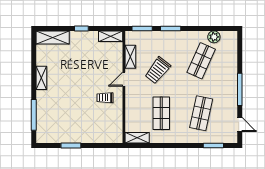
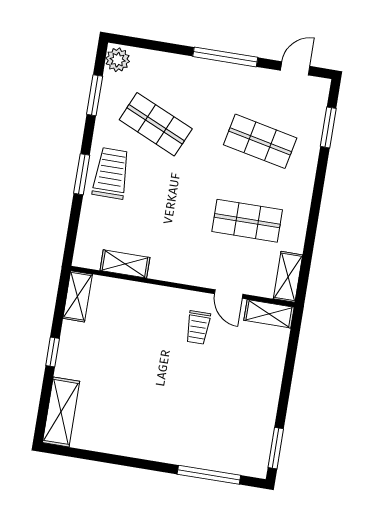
window: (142, 28) -> (95, 95), moved
plant: (214, 37) -> (118, 60), moved
trolley: (158, 70) -> (111, 173), moved, turned -128
shelving: (41, 78) -> (269, 314), moved
door: (124, 79) -> (229, 294), moved
window: (71, 145) -> (276, 448), moved

